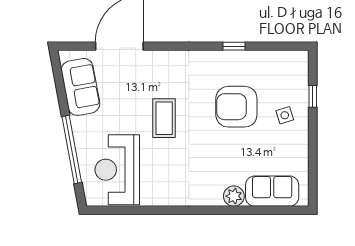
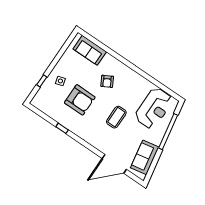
armchair: (214, 162) -> (107, 81), added
plant: (234, 196) -> (109, 60), removed

